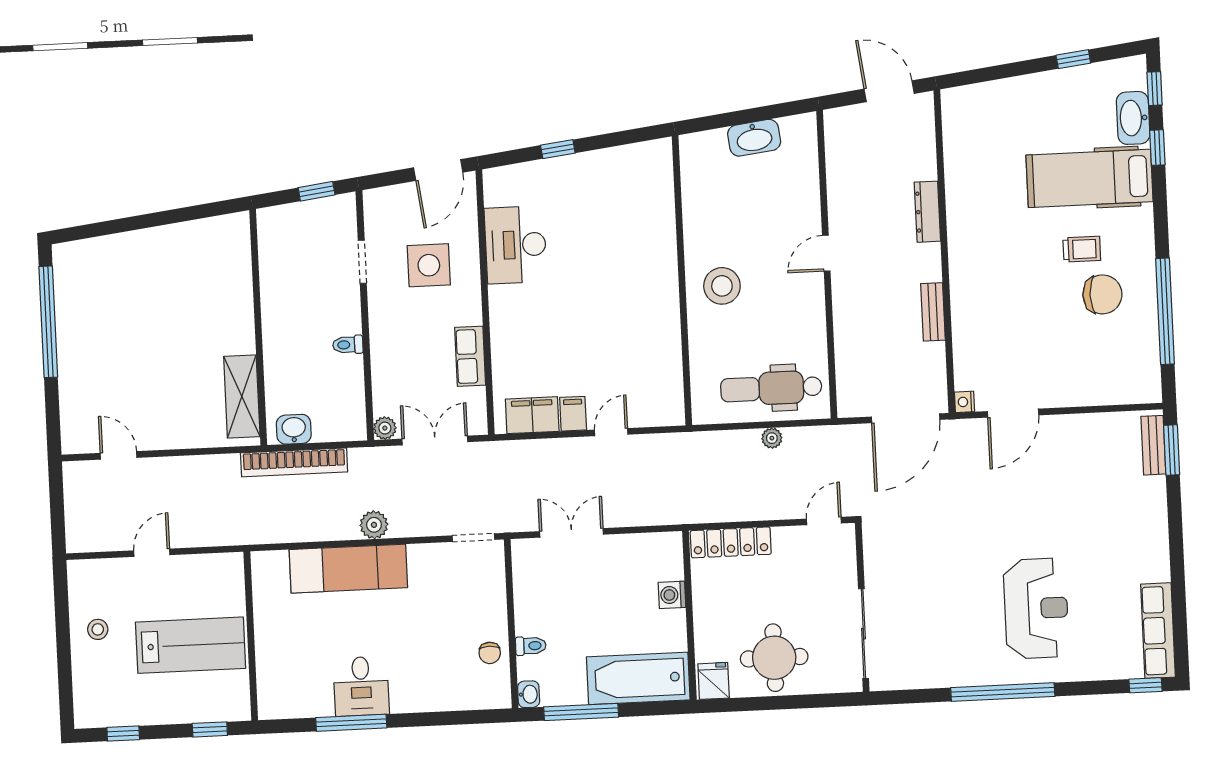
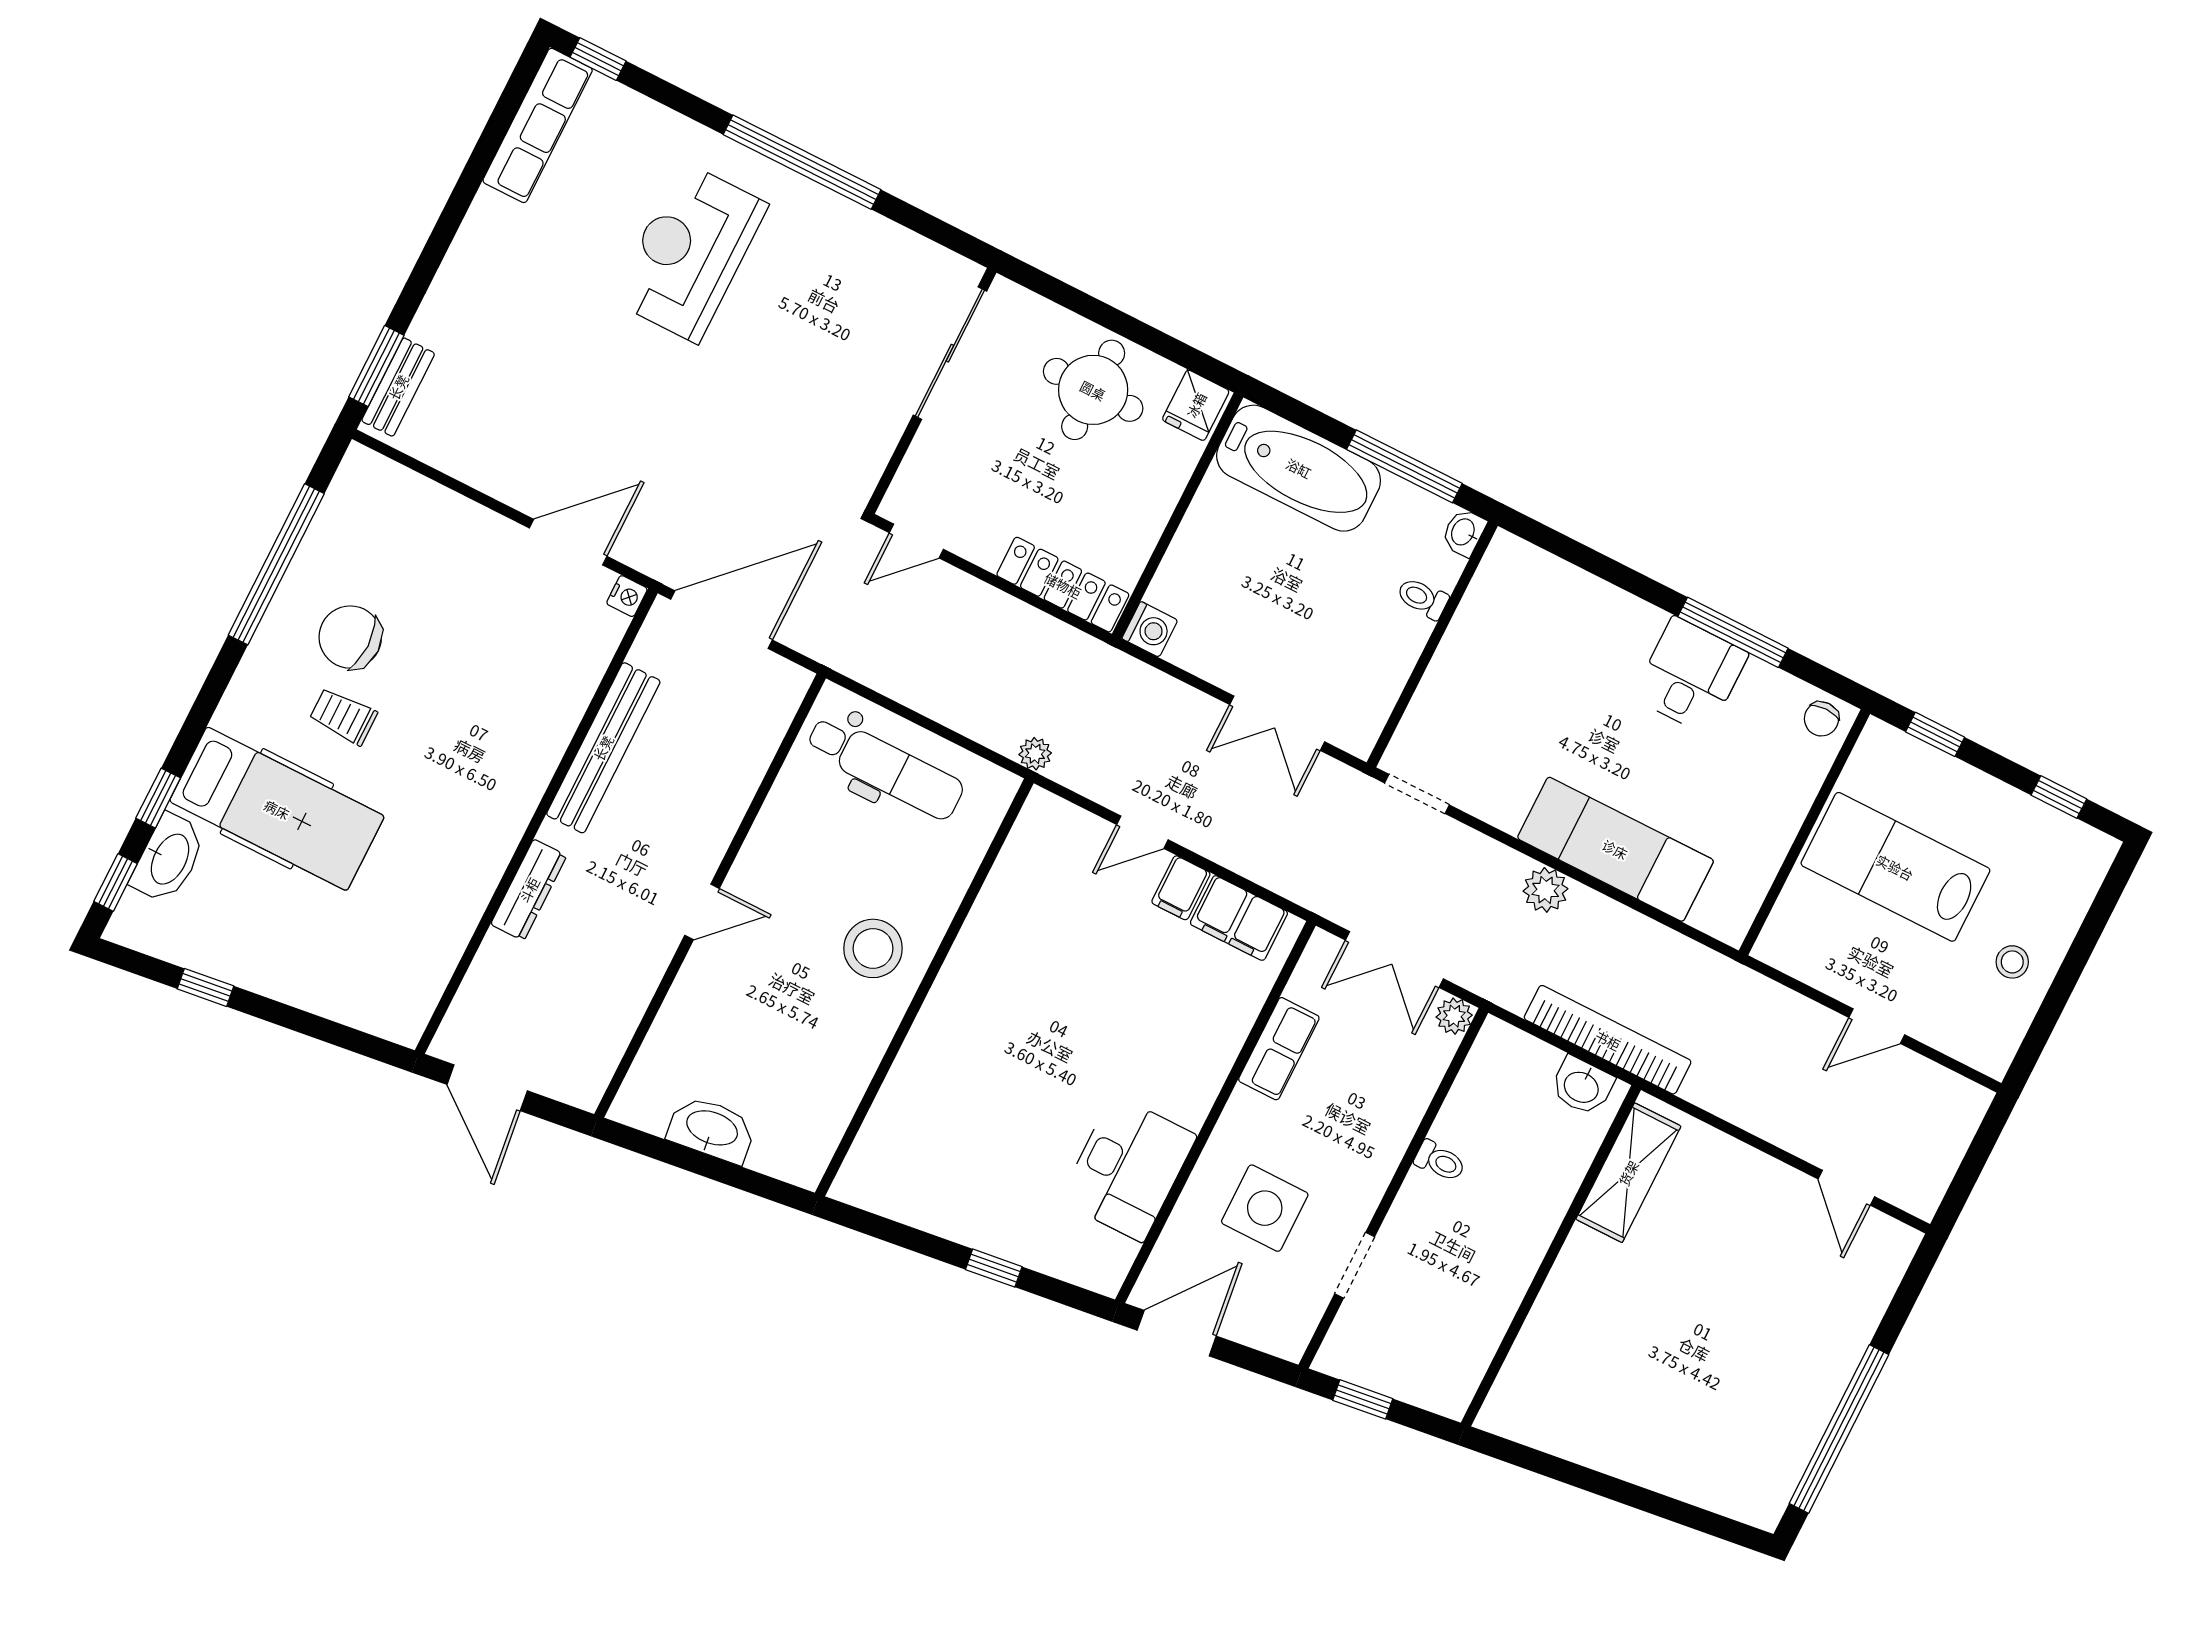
bench: (933, 312) -> (603, 748), width x1.86, depth x1.21
plant: (772, 438) -> (1035, 754), moved
washing machine: (672, 595) -> (1150, 629), moved
chair: (490, 653) -> (1821, 719), moved, turned 180

